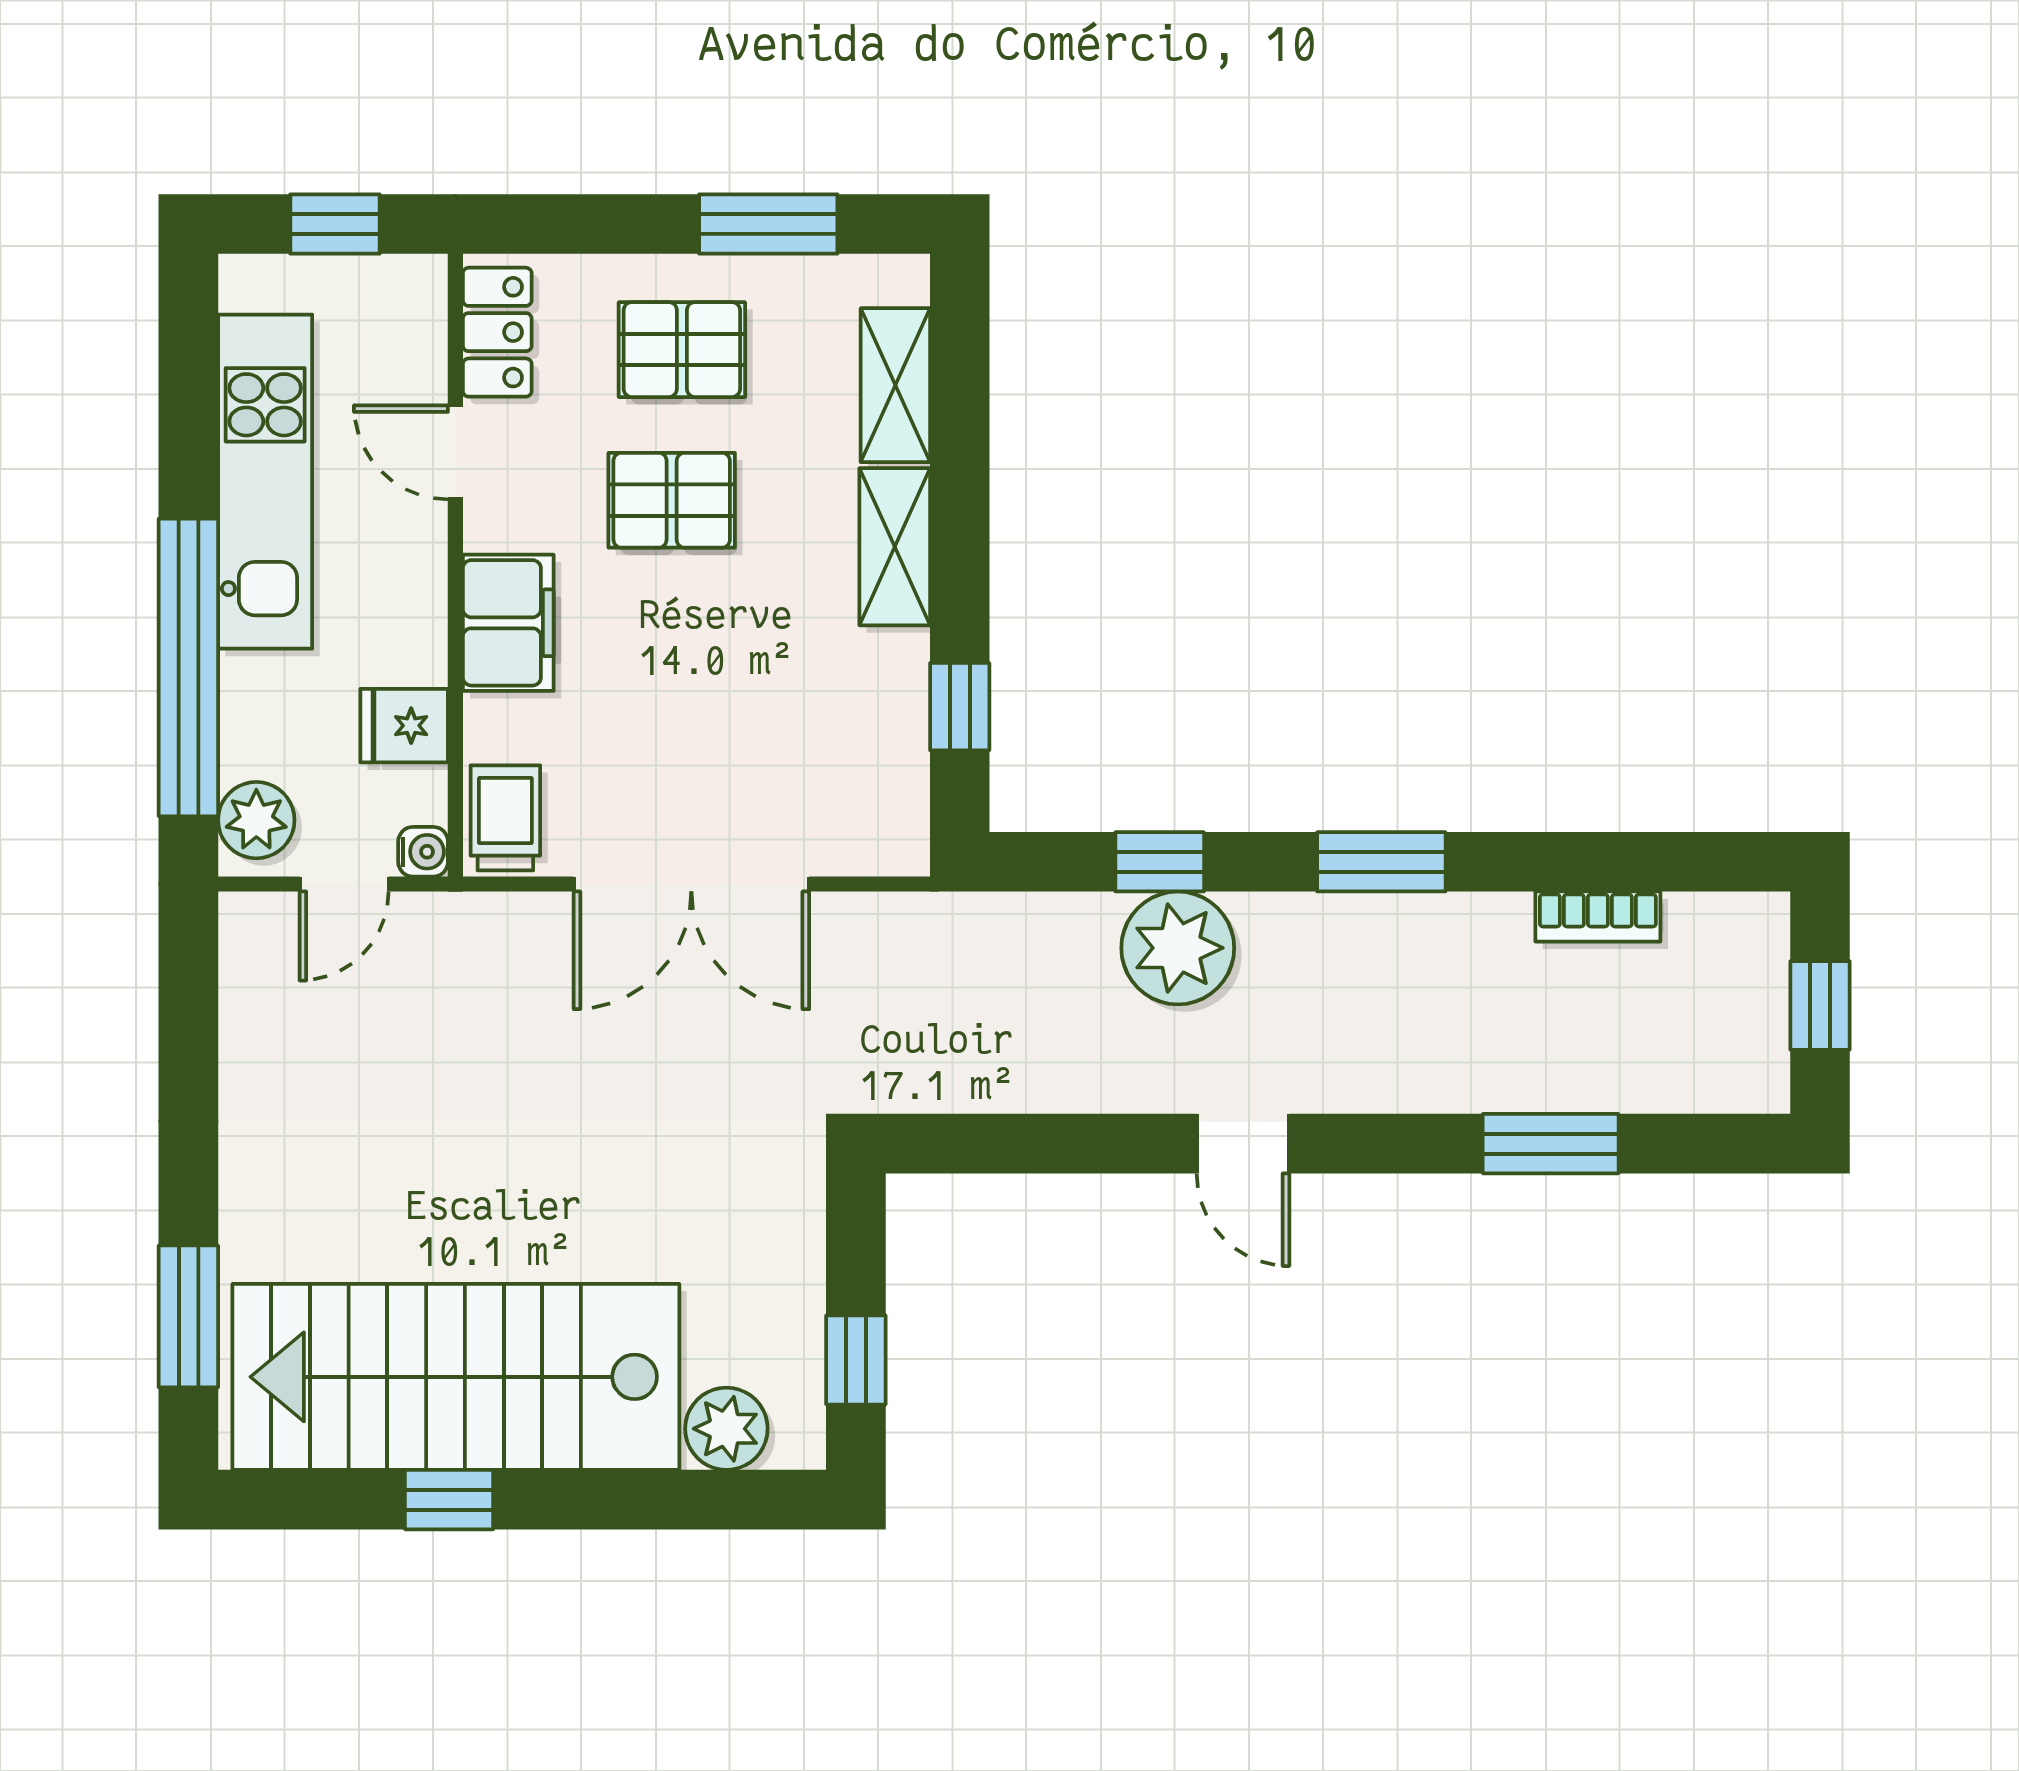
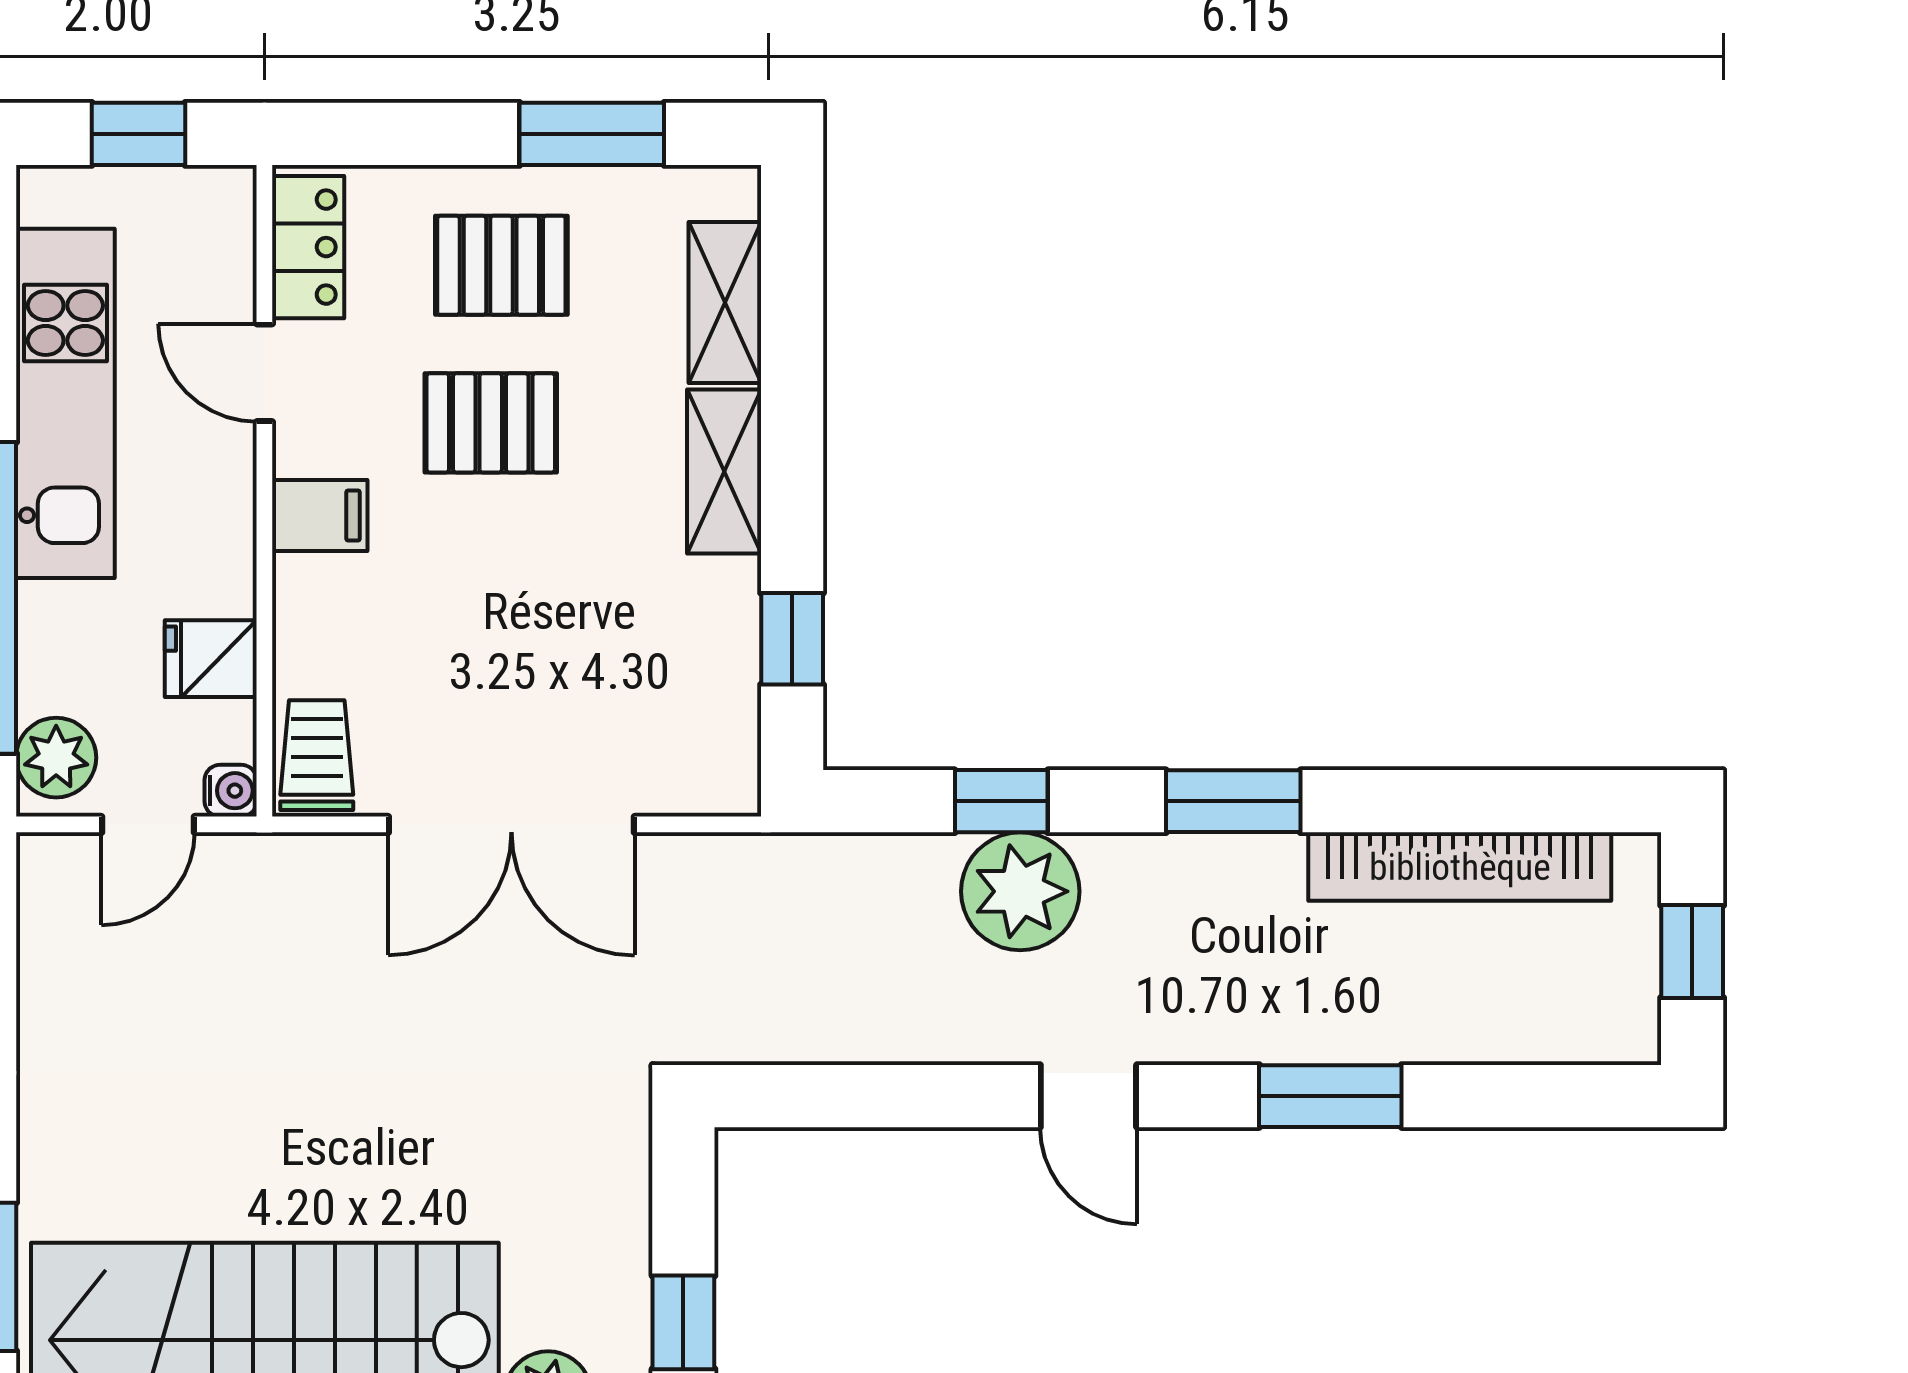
filing cabinet: (508, 623) -> (320, 515), width x0.50
bookcase: (1598, 917) -> (1460, 867), width x2.31, depth x1.31
window: (1551, 1144) -> (1330, 1096), moved

